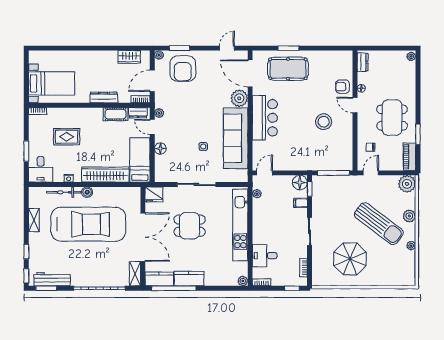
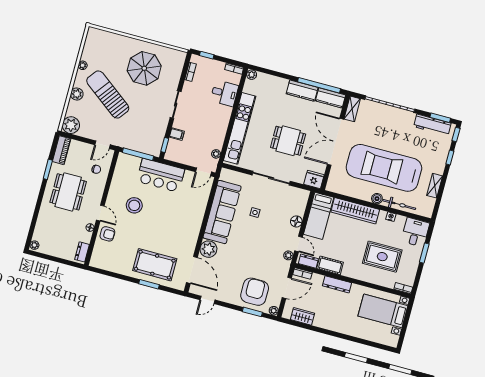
bar counter: (265, 118) -> (161, 175), moved, turned -90
rug: (67, 137) -> (382, 257), width x1.36, depth x1.43
floor lamp: (300, 183) -> (172, 154), removed

